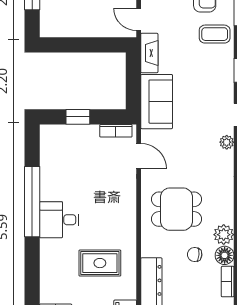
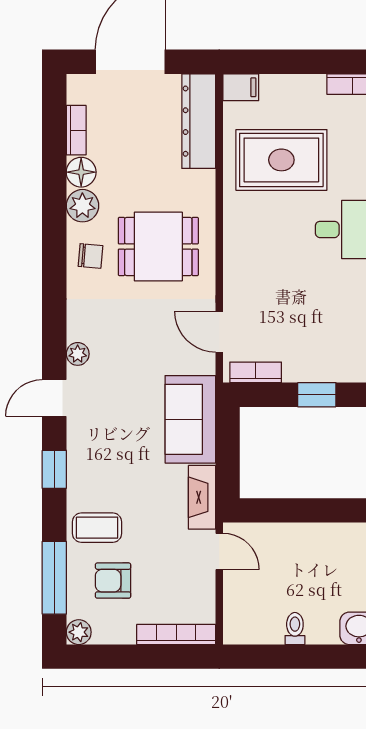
chair: (195, 255) -> (90, 256), moved
rug: (100, 263) -> (281, 160), width x1.36, depth x1.43

